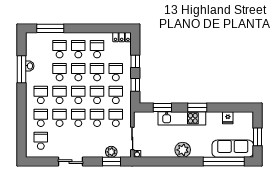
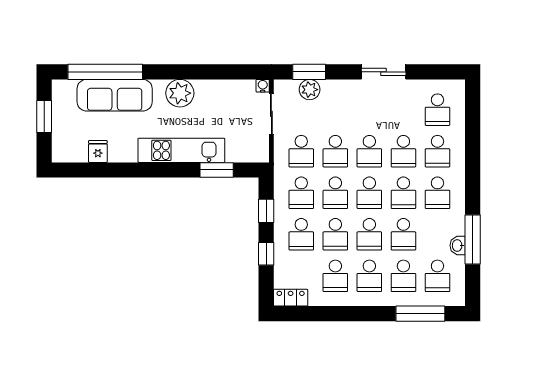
school desk: (41, 49) -> (437, 276), added
window: (197, 108) -> (154, 170), removed
sofa: (233, 149) -> (115, 95), moved

